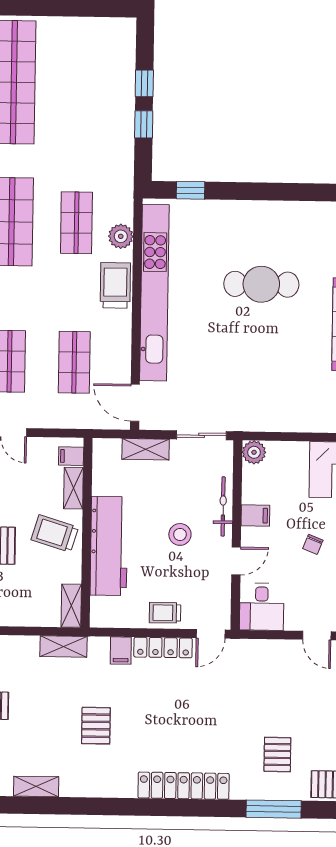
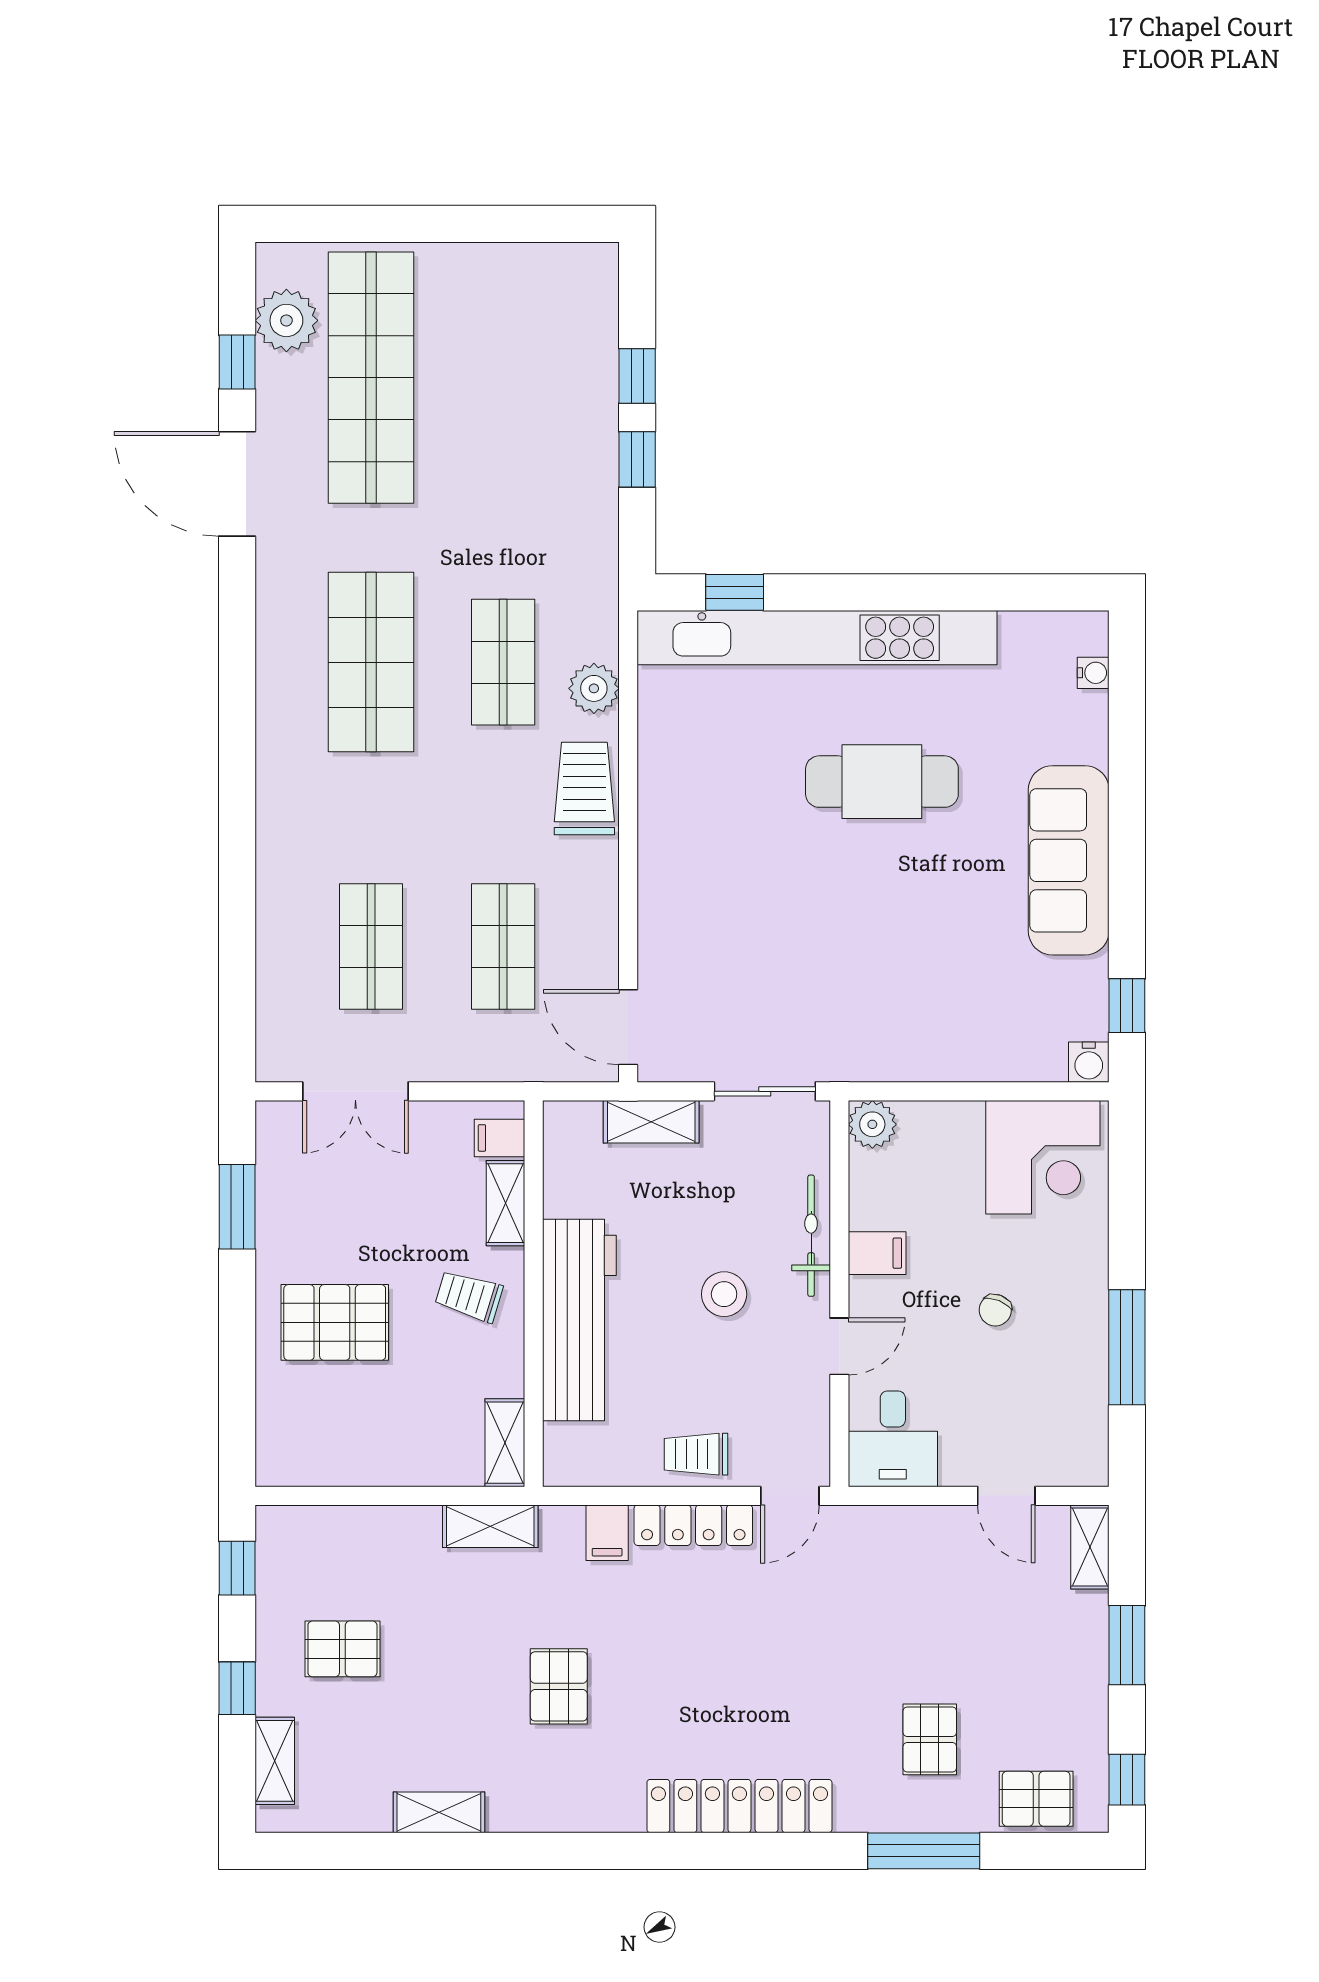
kitchen unit: (154, 293) -> (817, 638), moved, turned 90
trolley: (55, 533) -> (469, 1296), width x0.73, depth x0.72

